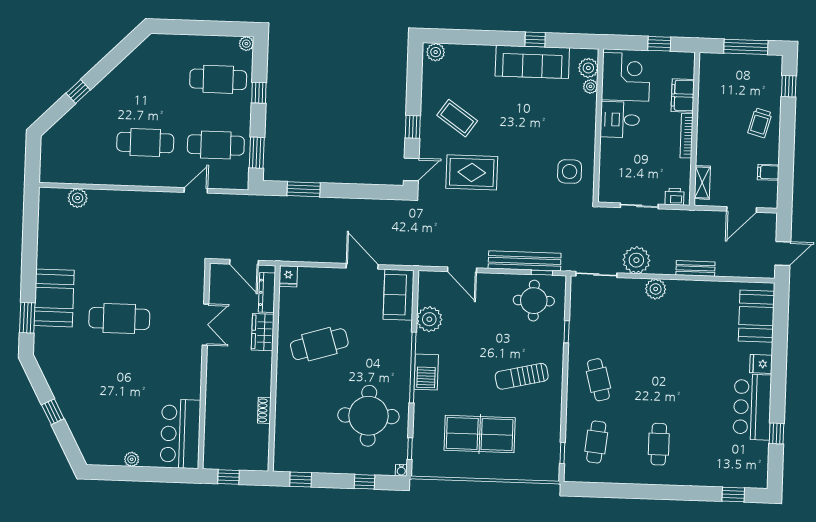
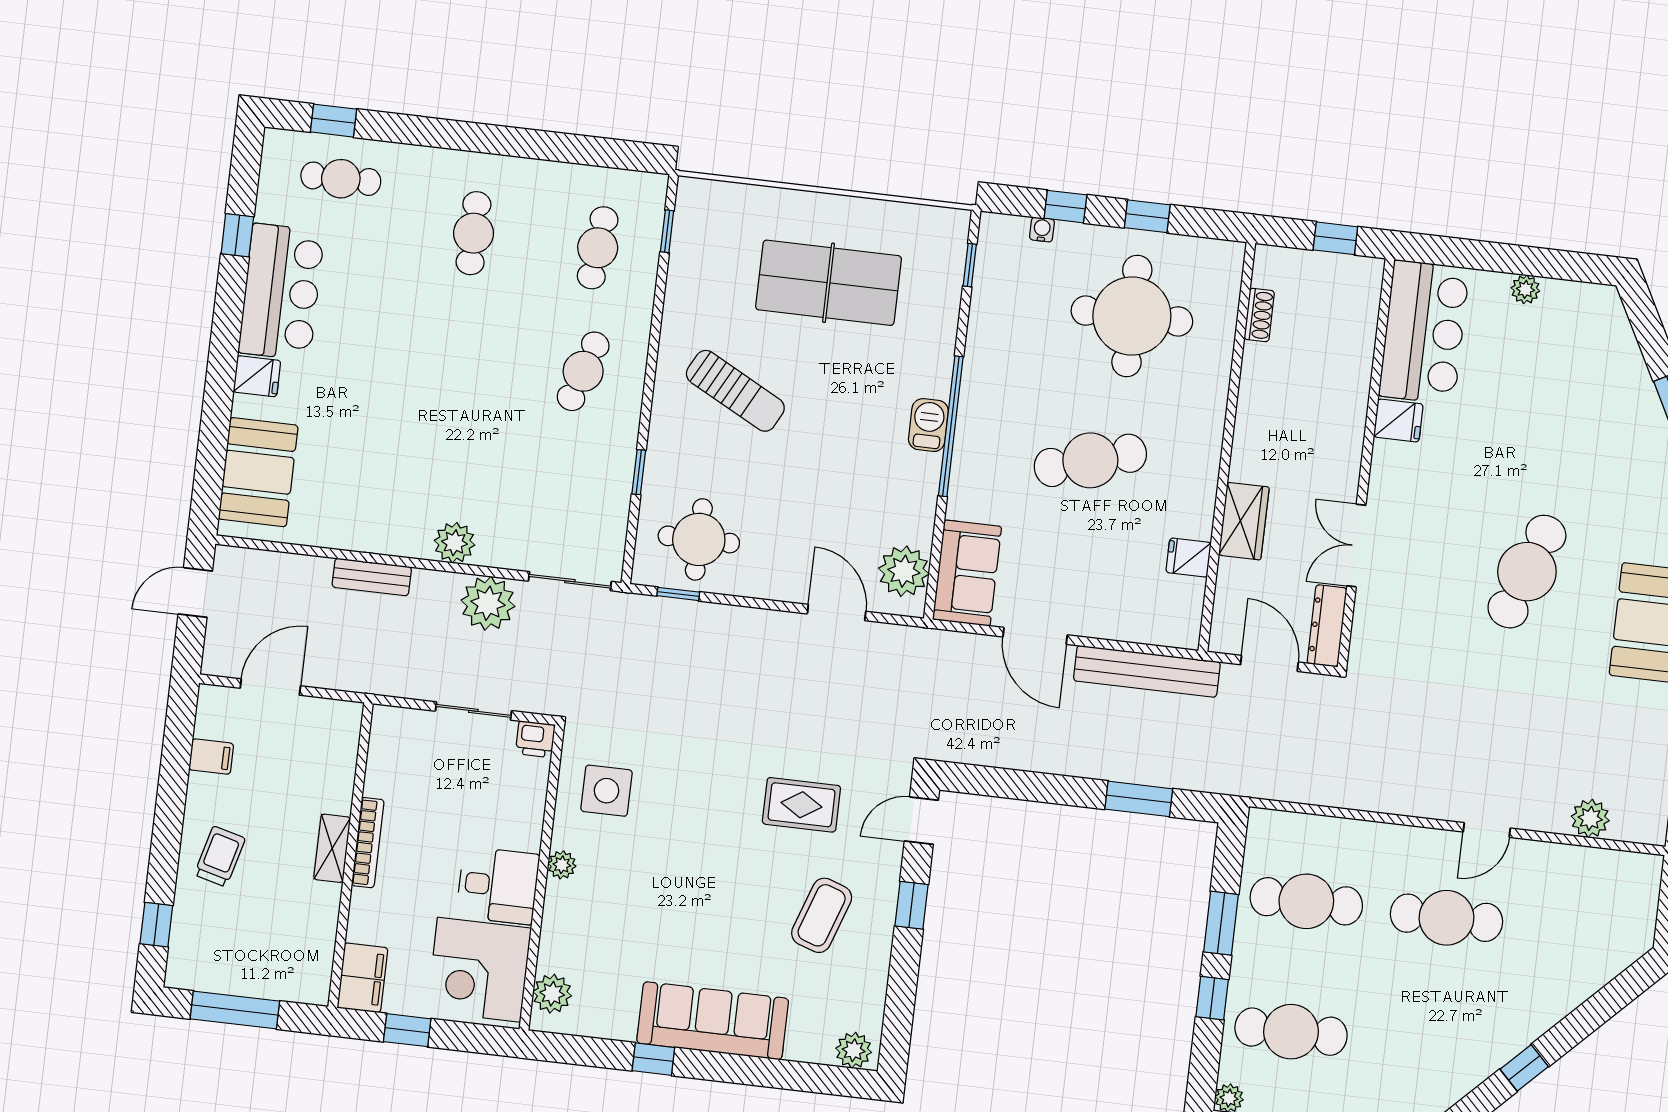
sofa: (532, 62) -> (713, 1021), moved
plant: (590, 86) -> (562, 865), moved
window: (78, 91) -> (1524, 1068), moved
filing cabinet: (683, 95) -> (362, 978), moved
coffee table: (457, 118) -> (822, 915), turned 74
window: (257, 153) -> (1221, 923), moved
rug: (472, 172) -> (801, 805), width x0.73, depth x0.70
shelving: (702, 182) -> (332, 848), moved
door: (196, 190) -> (1487, 830), moved
printer: (674, 197) -> (535, 739), moved
bench: (525, 261) -> (1147, 671), moved
fridge: (288, 276) -> (1189, 558), moved, turned -90
dresser: (267, 293) -> (1327, 626), moved, turned 180
cafe table: (119, 319) -> (1527, 572), turned -70
plant: (429, 319) -> (904, 571), moved
cafe table: (319, 344) -> (1090, 460), moved
barbecue: (426, 372) -> (928, 425), width x0.73, depth x0.79
sun lounger: (522, 376) -> (735, 391), turned 41
cafe table: (598, 380) -> (583, 371), turned 33
fridge: (190, 389) -> (1398, 420), added
shoe rack: (264, 410) -> (1259, 315), moved
round table: (368, 416) -> (1132, 316), moved
cafe table: (727, 466) -> (341, 179), added
water cooler: (401, 470) -> (1042, 230), moved
window: (301, 479) -> (1147, 216), moved

